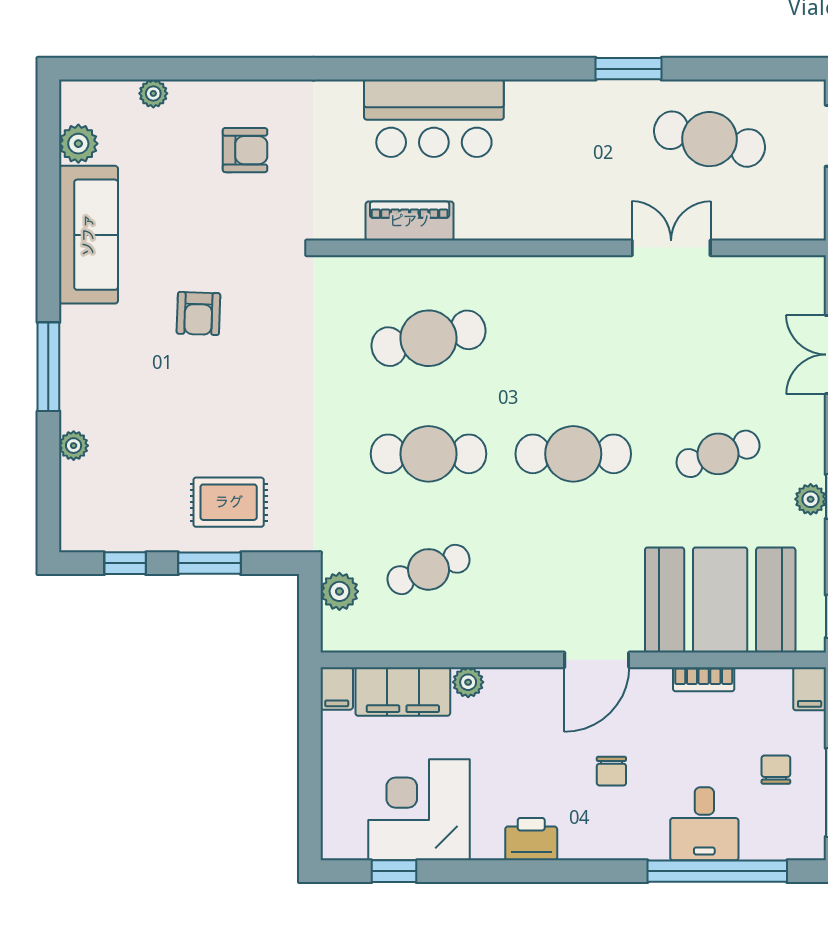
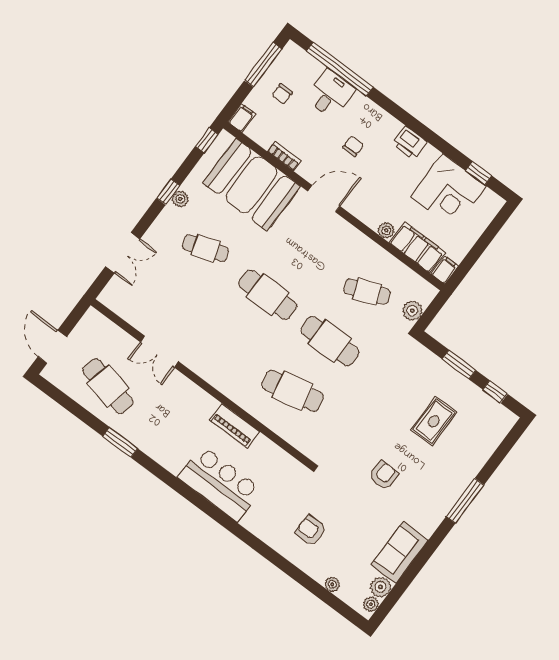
piano: (410, 221) -> (235, 426), moved
sofa: (88, 235) -> (400, 552), width x0.73
plant: (74, 446) -> (371, 604), moved
rug: (229, 502) -> (434, 421), moved, turned 90

